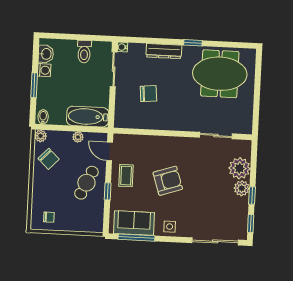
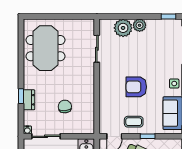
window: (193, 43) -> (21, 96), moved
dresser: (164, 51) -> (29, 100), width x0.70
armchair: (168, 181) -> (136, 87), turned -72
window: (252, 195) -> (145, 16), removed

